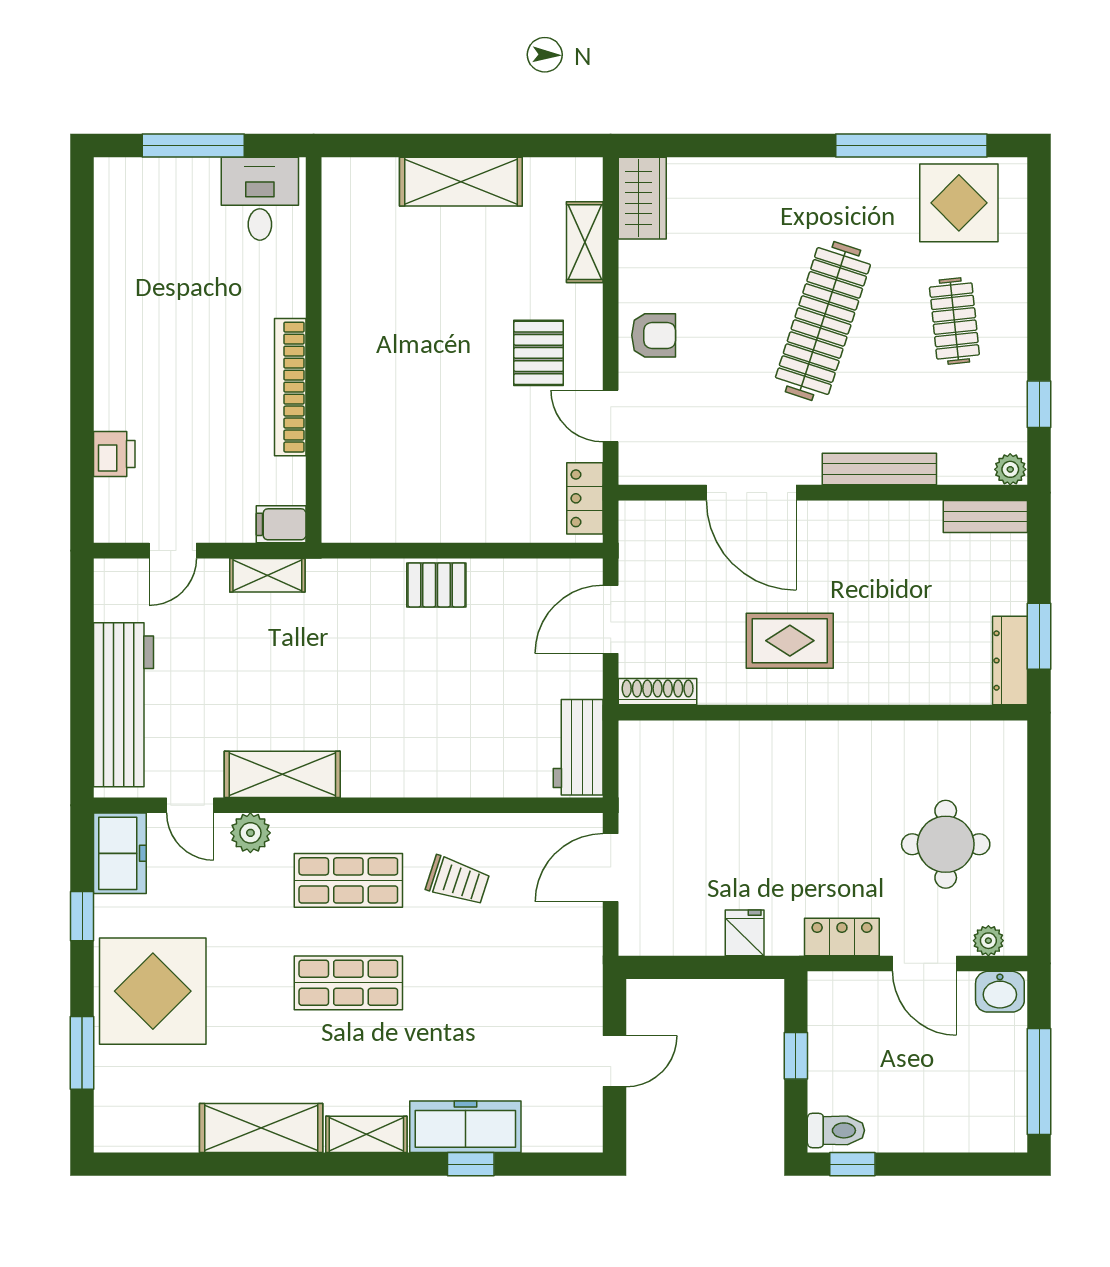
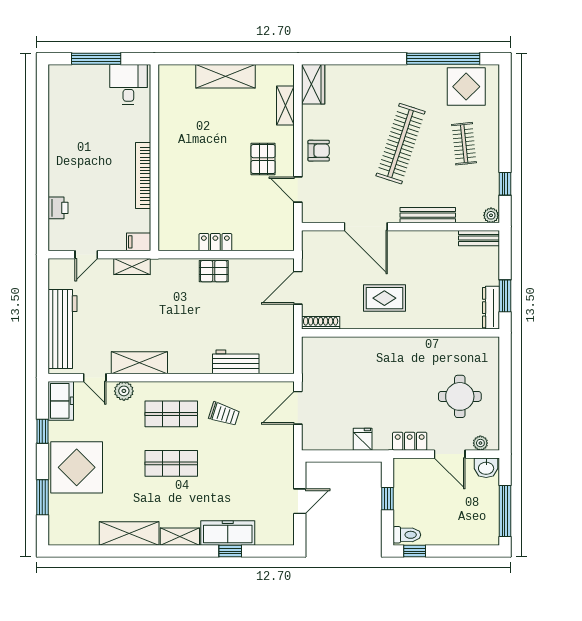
locker: (585, 498) -> (215, 242), moved, turned 90
workbench: (578, 747) -> (236, 362), moved, turned 90

